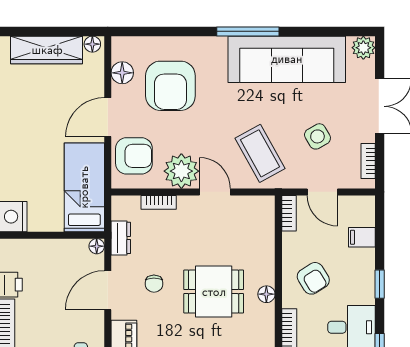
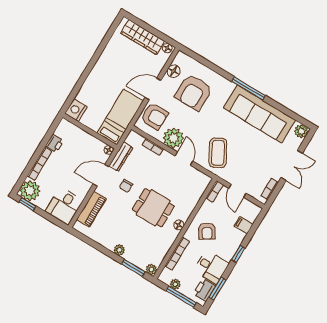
side table: (317, 136) -> (252, 162), removed
dresser: (121, 238) -> (121, 157), width x1.44

